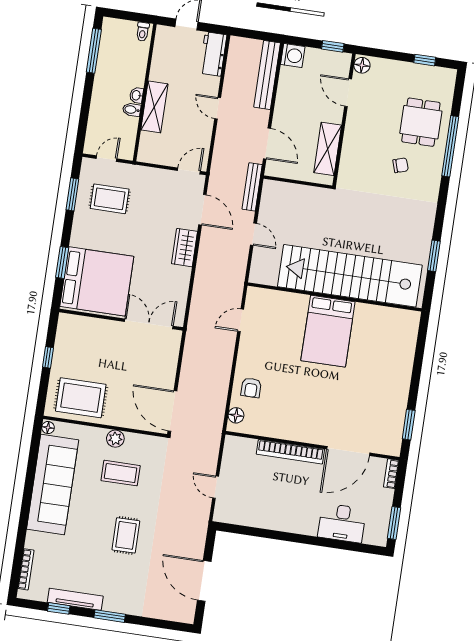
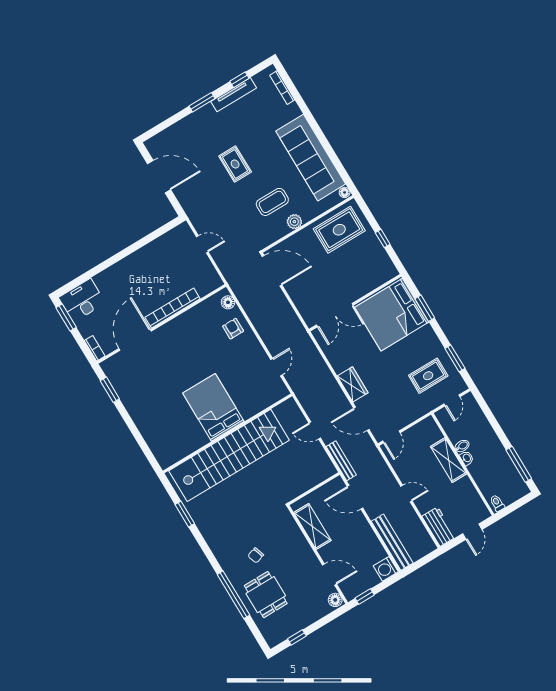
desk: (342, 523) -> (82, 300), moved

